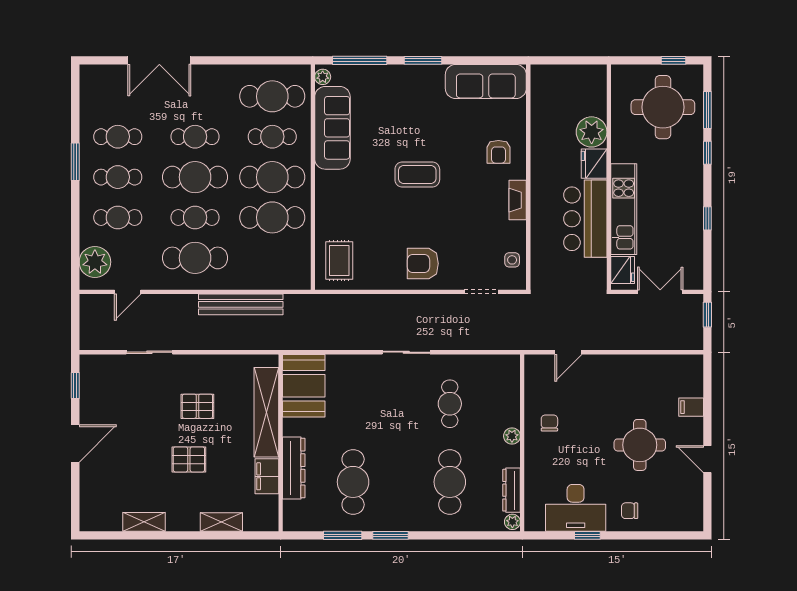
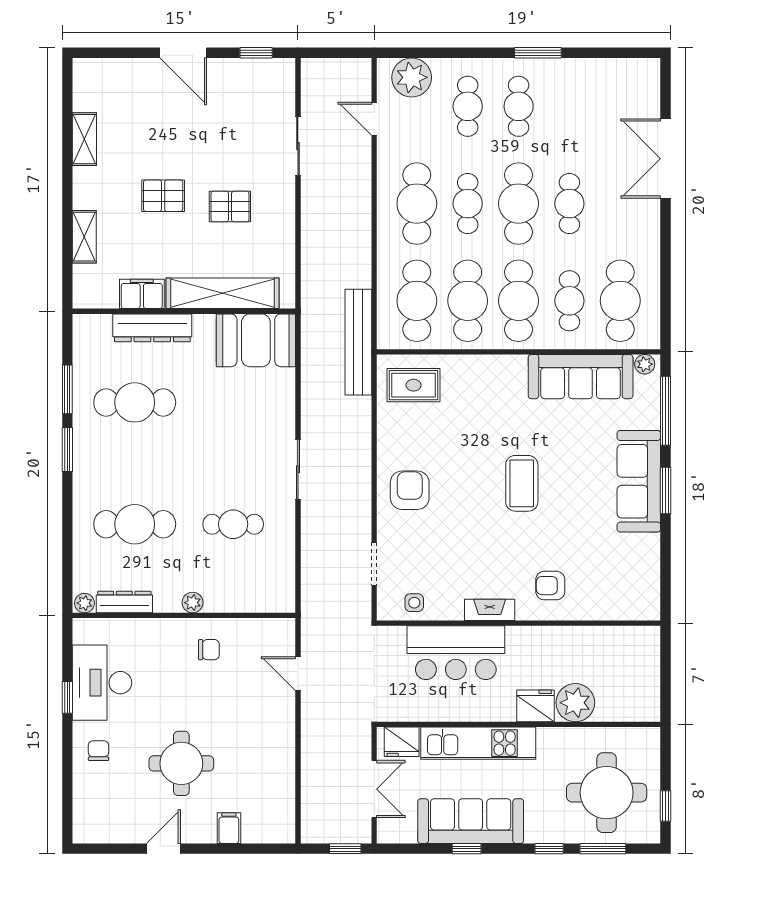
sofa: (486, 82) -> (639, 481), moved
cafe table: (118, 137) -> (417, 301), moved, width x1.37, depth x1.35
sofa: (686, 215) -> (471, 821), added
bar counter: (585, 219) -> (456, 653), moved, turned 180
bench: (241, 304) -> (358, 342), moved
pallet: (197, 406) -> (230, 207), turned 90
pallet: (189, 459) -> (163, 196), turned 90

